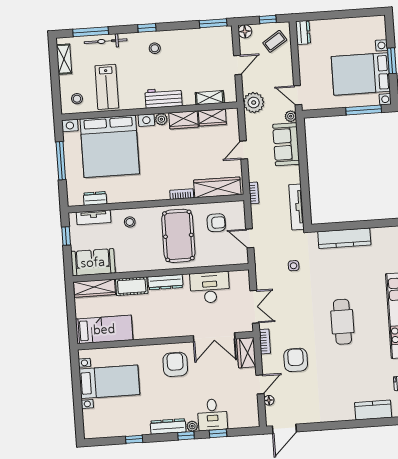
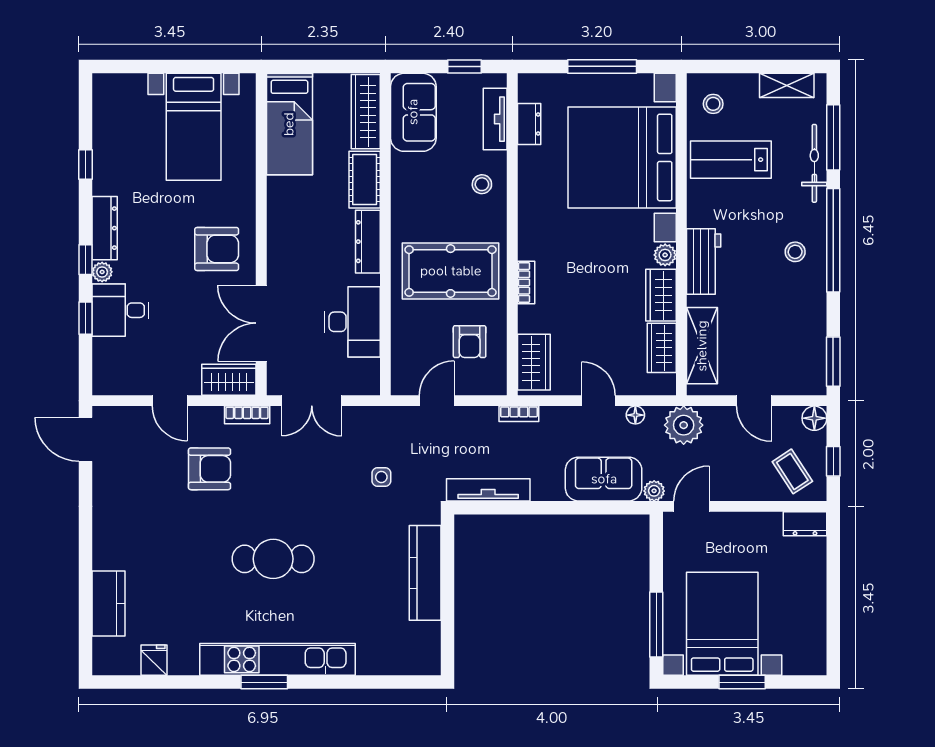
window: (147, 28) -> (833, 240), width x3.17
shelving: (210, 98) -> (702, 346), width x1.50, depth x1.33
wardrobe: (217, 187) -> (534, 362), width x0.67
floor lamp: (269, 400) -> (635, 415), moved

